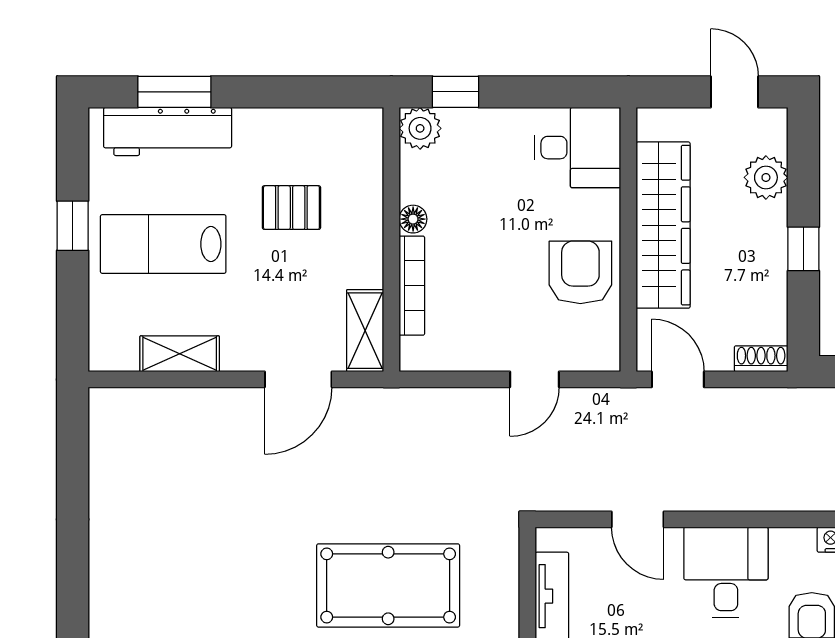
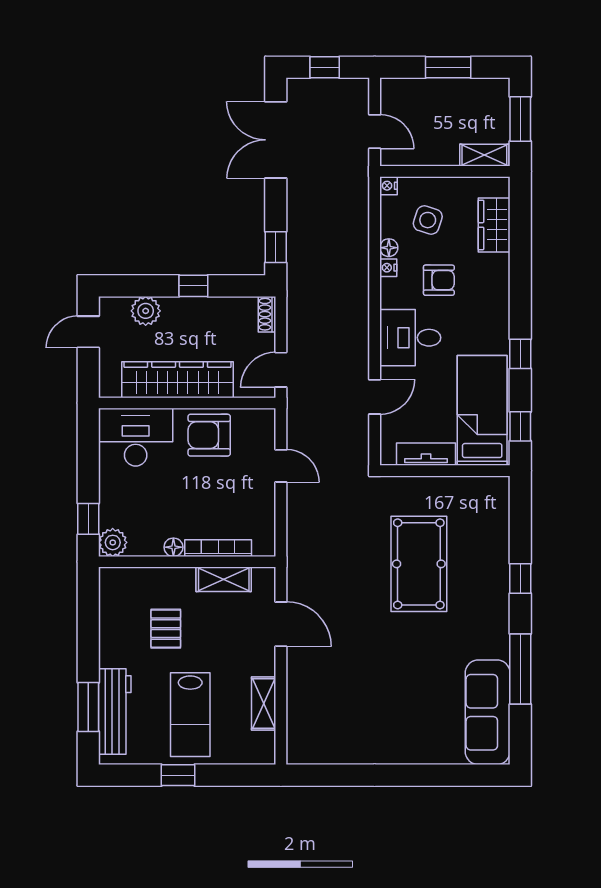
desk: (577, 148) -> (136, 437), width x1.37
shelving: (365, 331) -> (224, 579), moved

